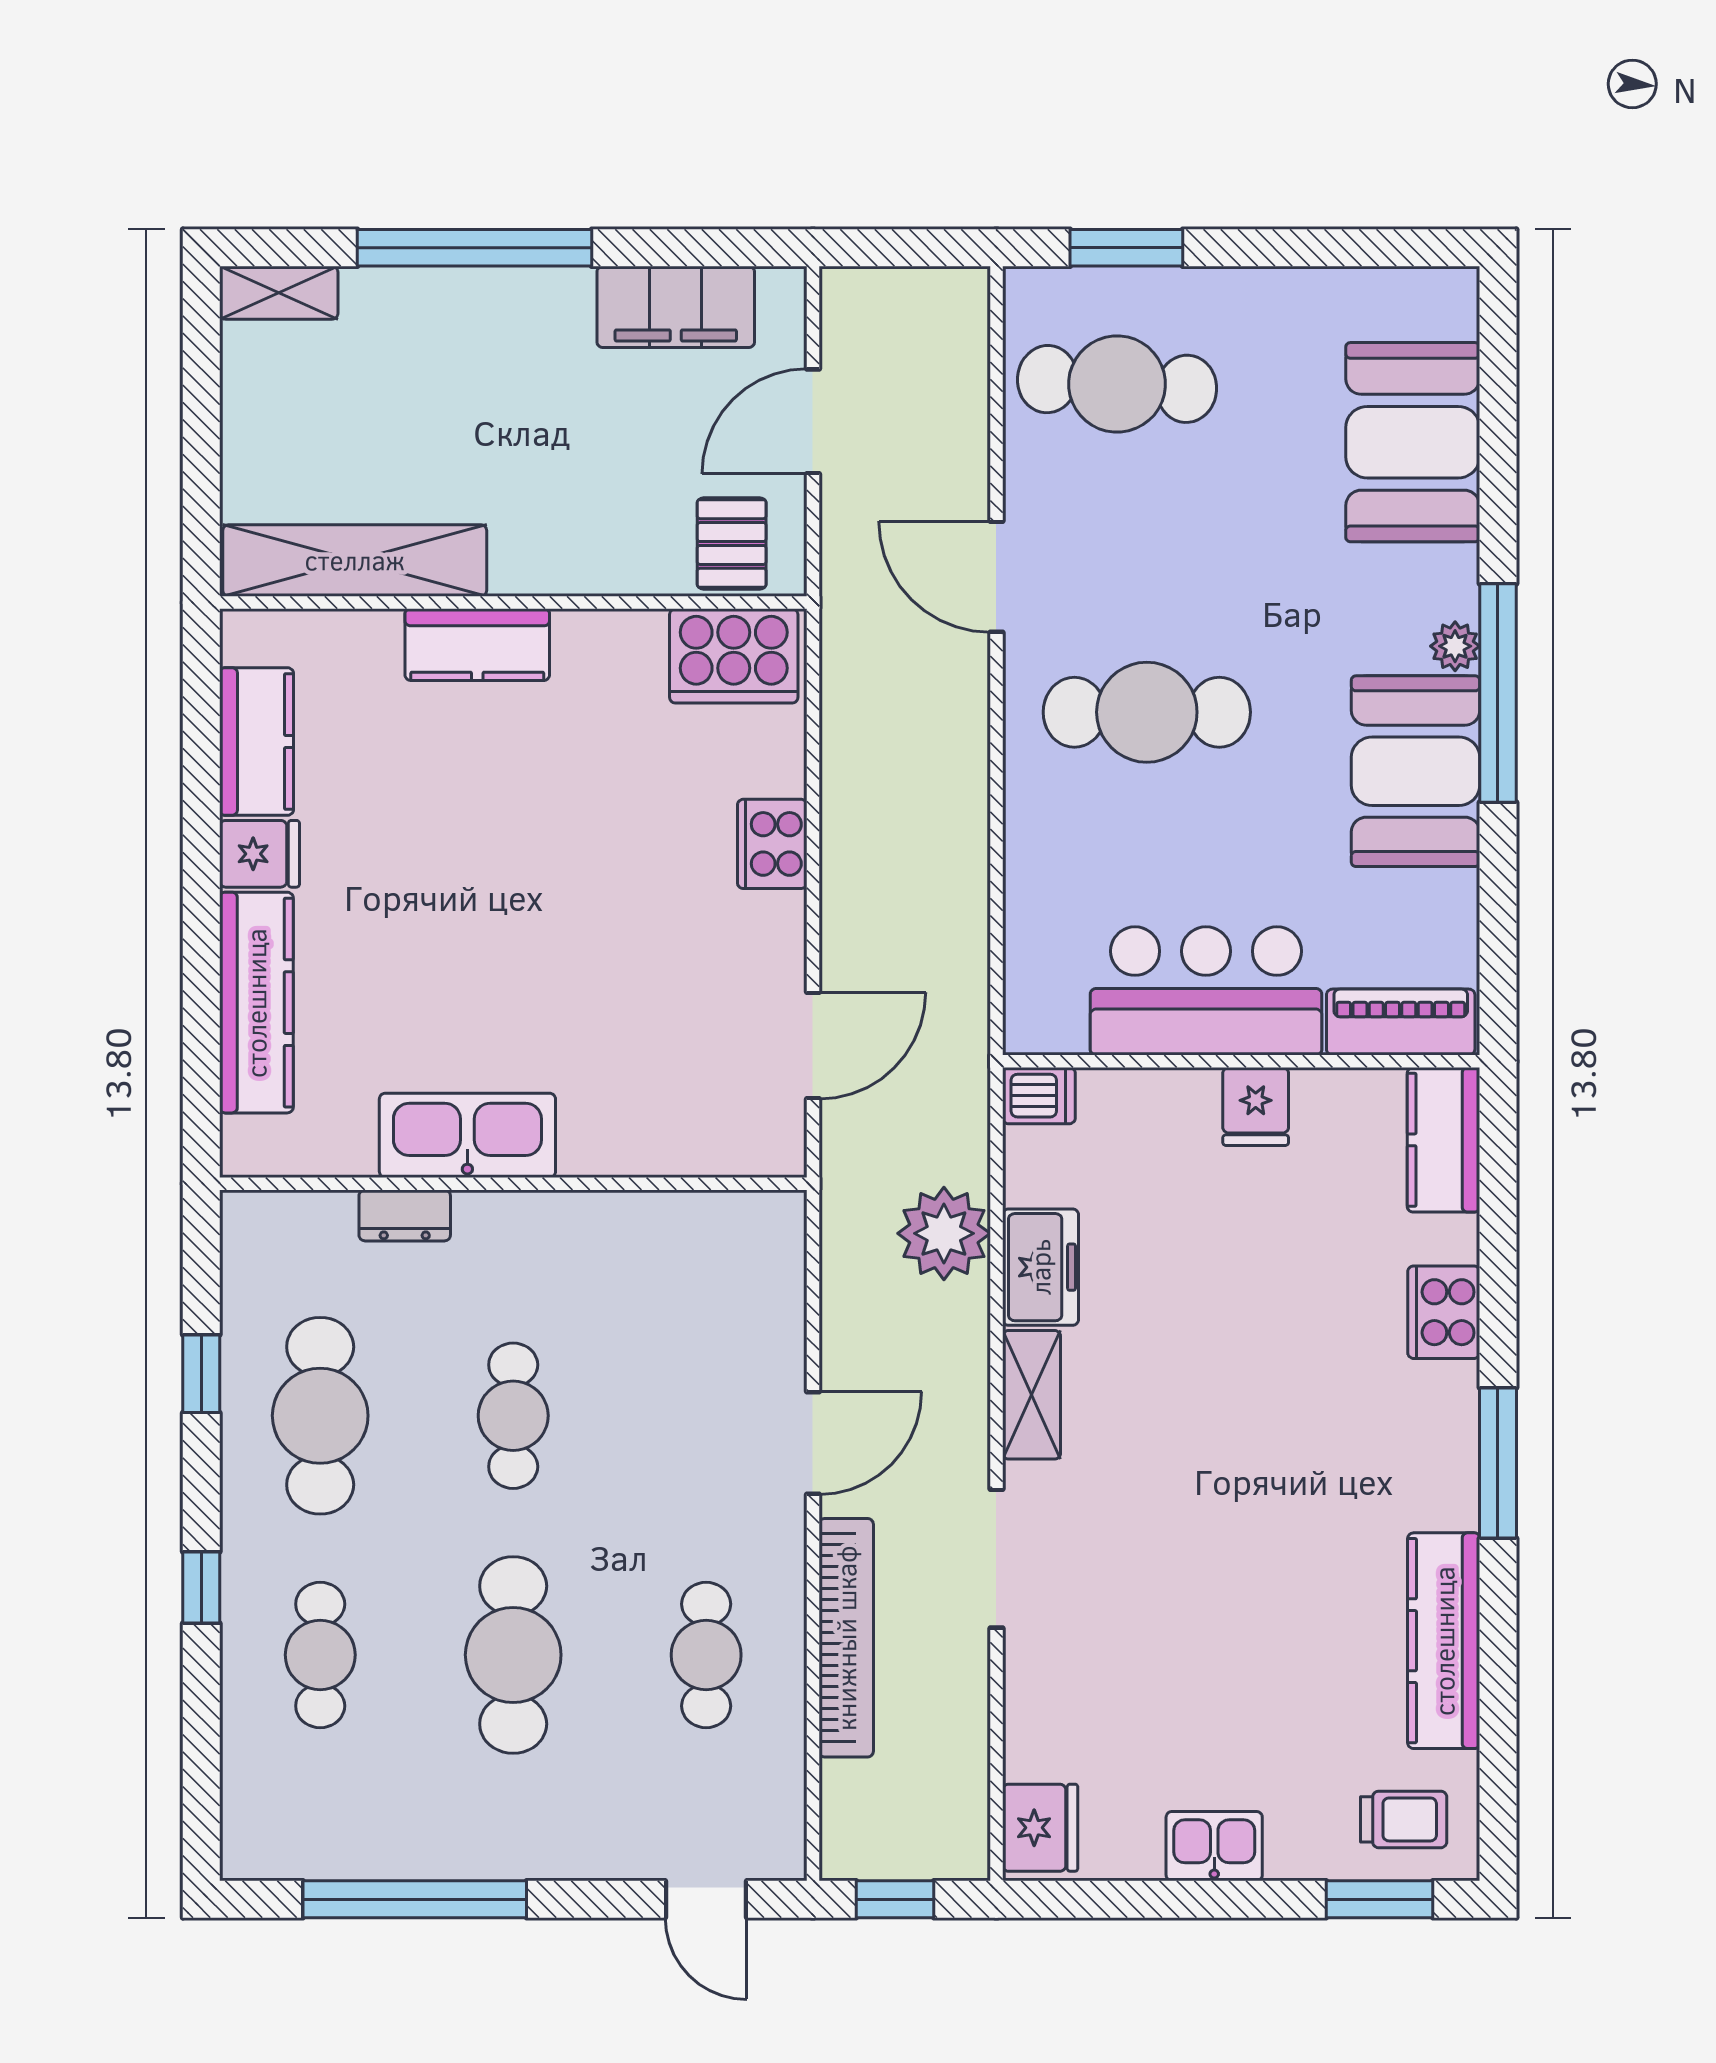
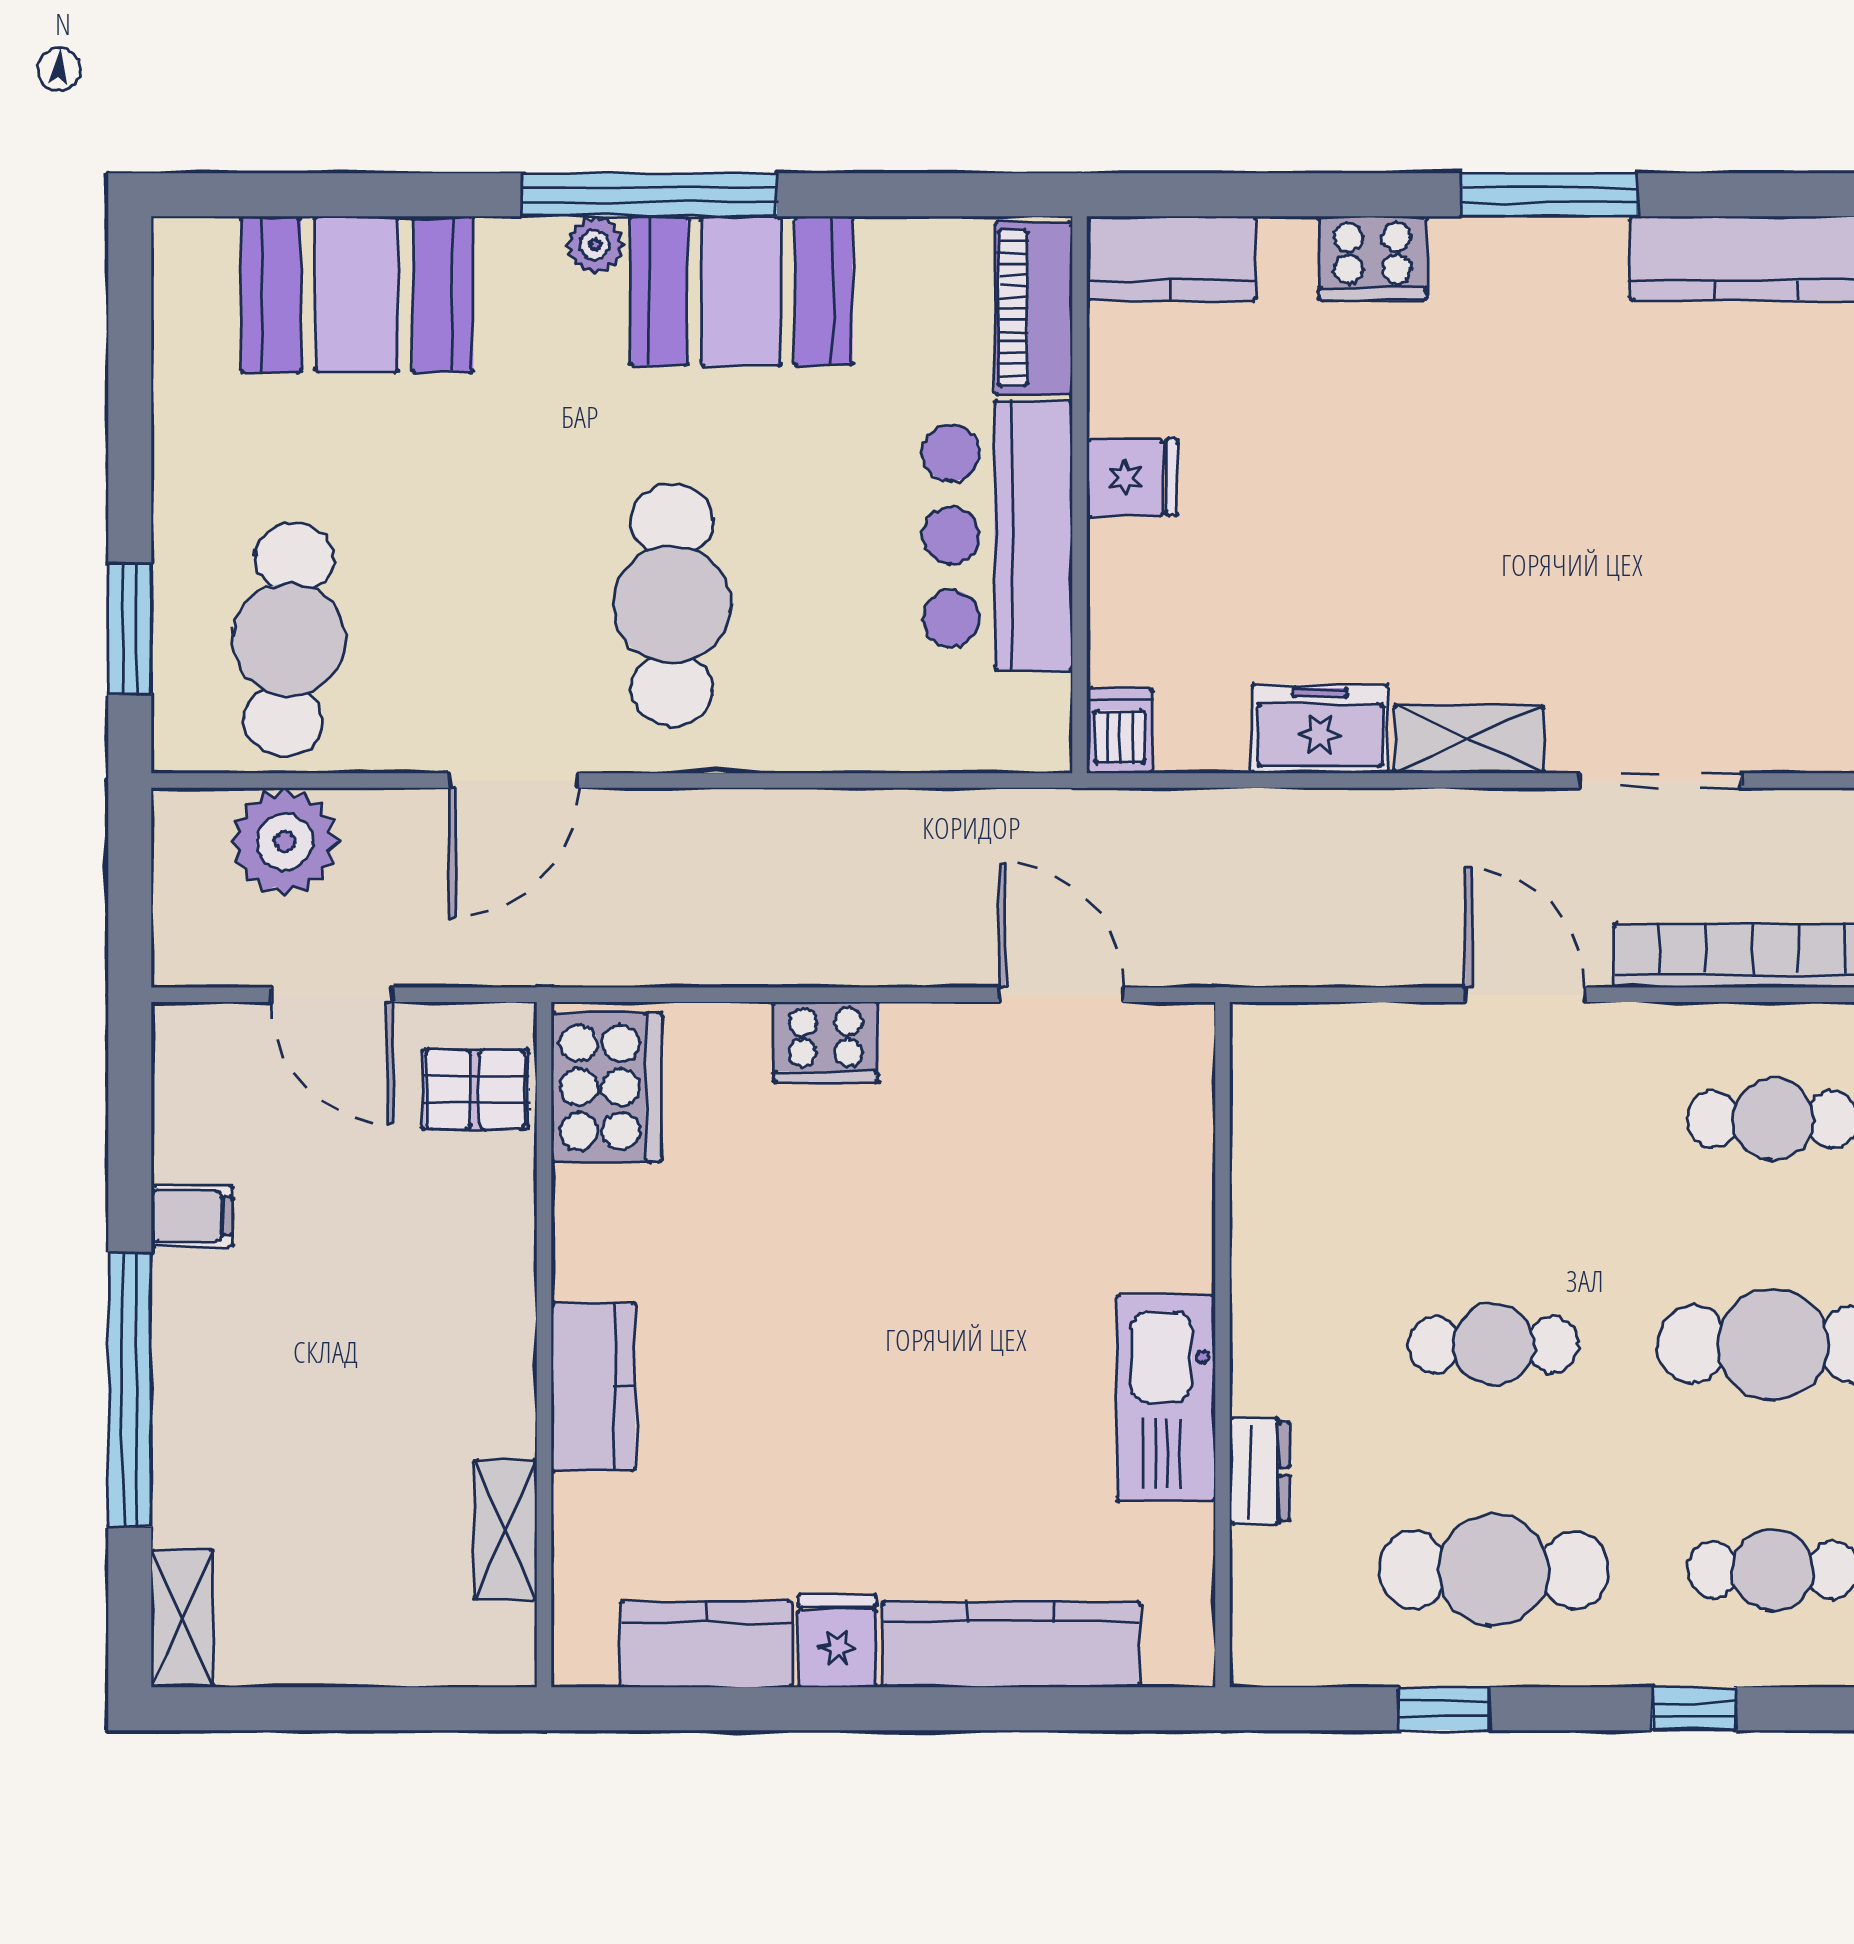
filing cabinet: (676, 307) -> (192, 1216), width x0.33, depth x0.86
shelving: (355, 560) -> (505, 1530), width x0.45, depth x0.75
plant: (944, 1233) -> (285, 842), moved

